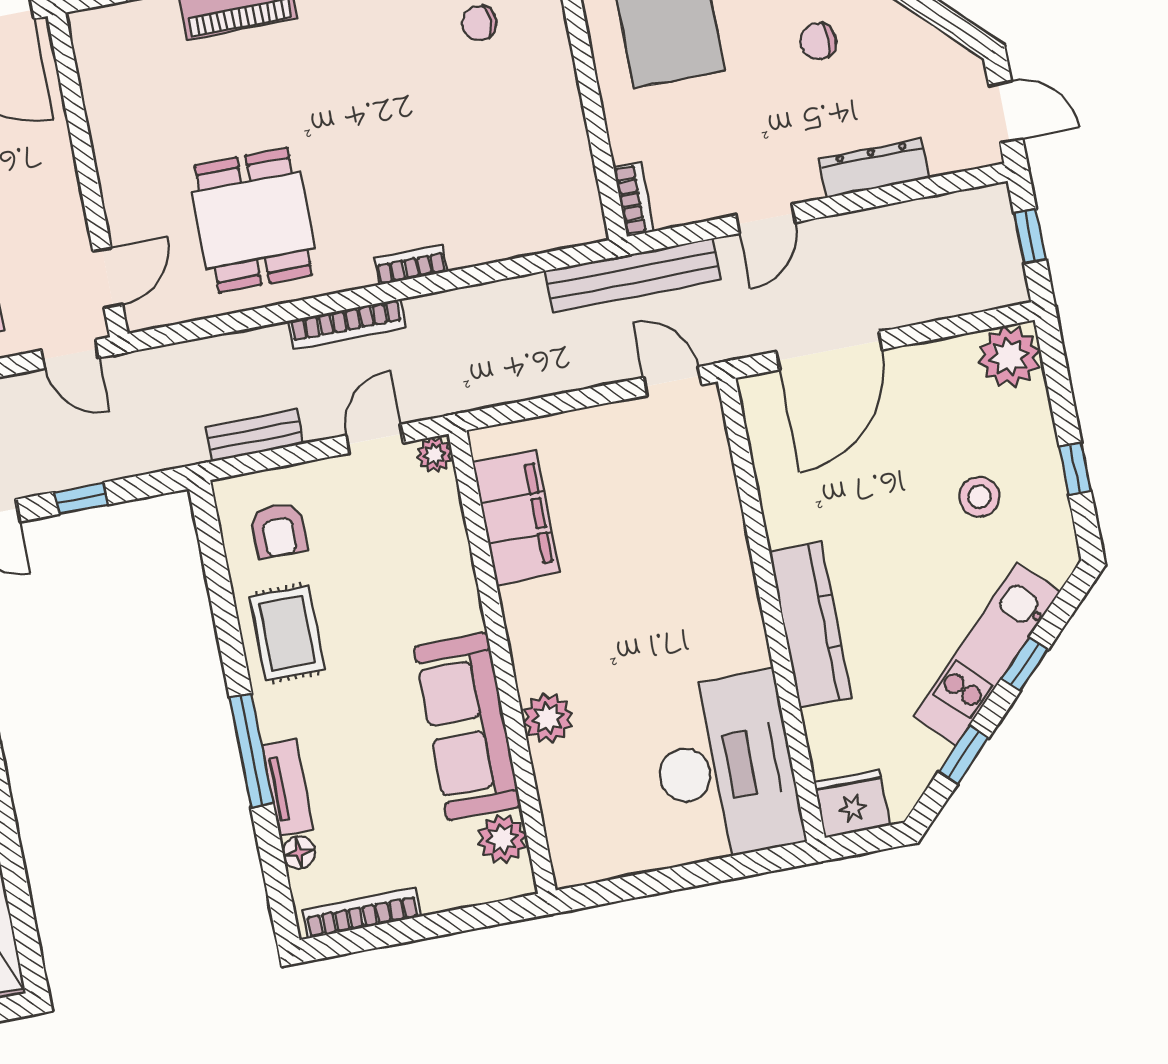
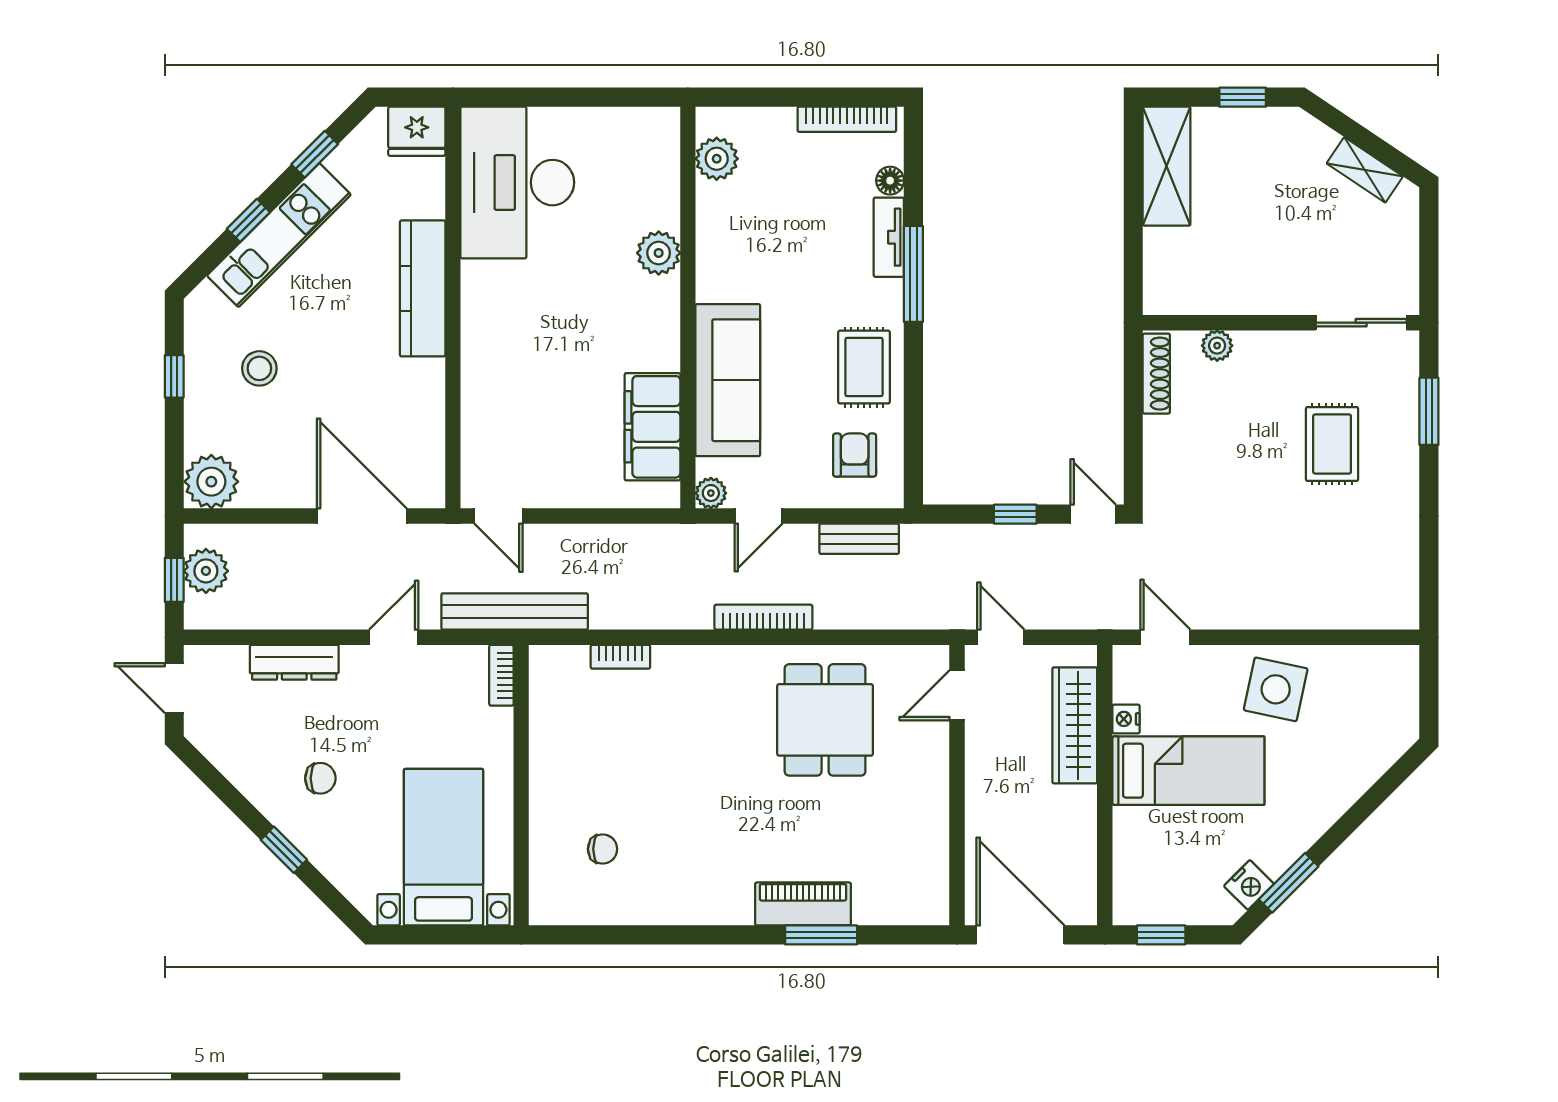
plant: (996, 253) -> (206, 571), added
bookcase: (411, 265) -> (620, 657), moved
door: (829, 351) -> (362, 516), hinge flipped
sofa: (467, 726) -> (728, 380), moved

